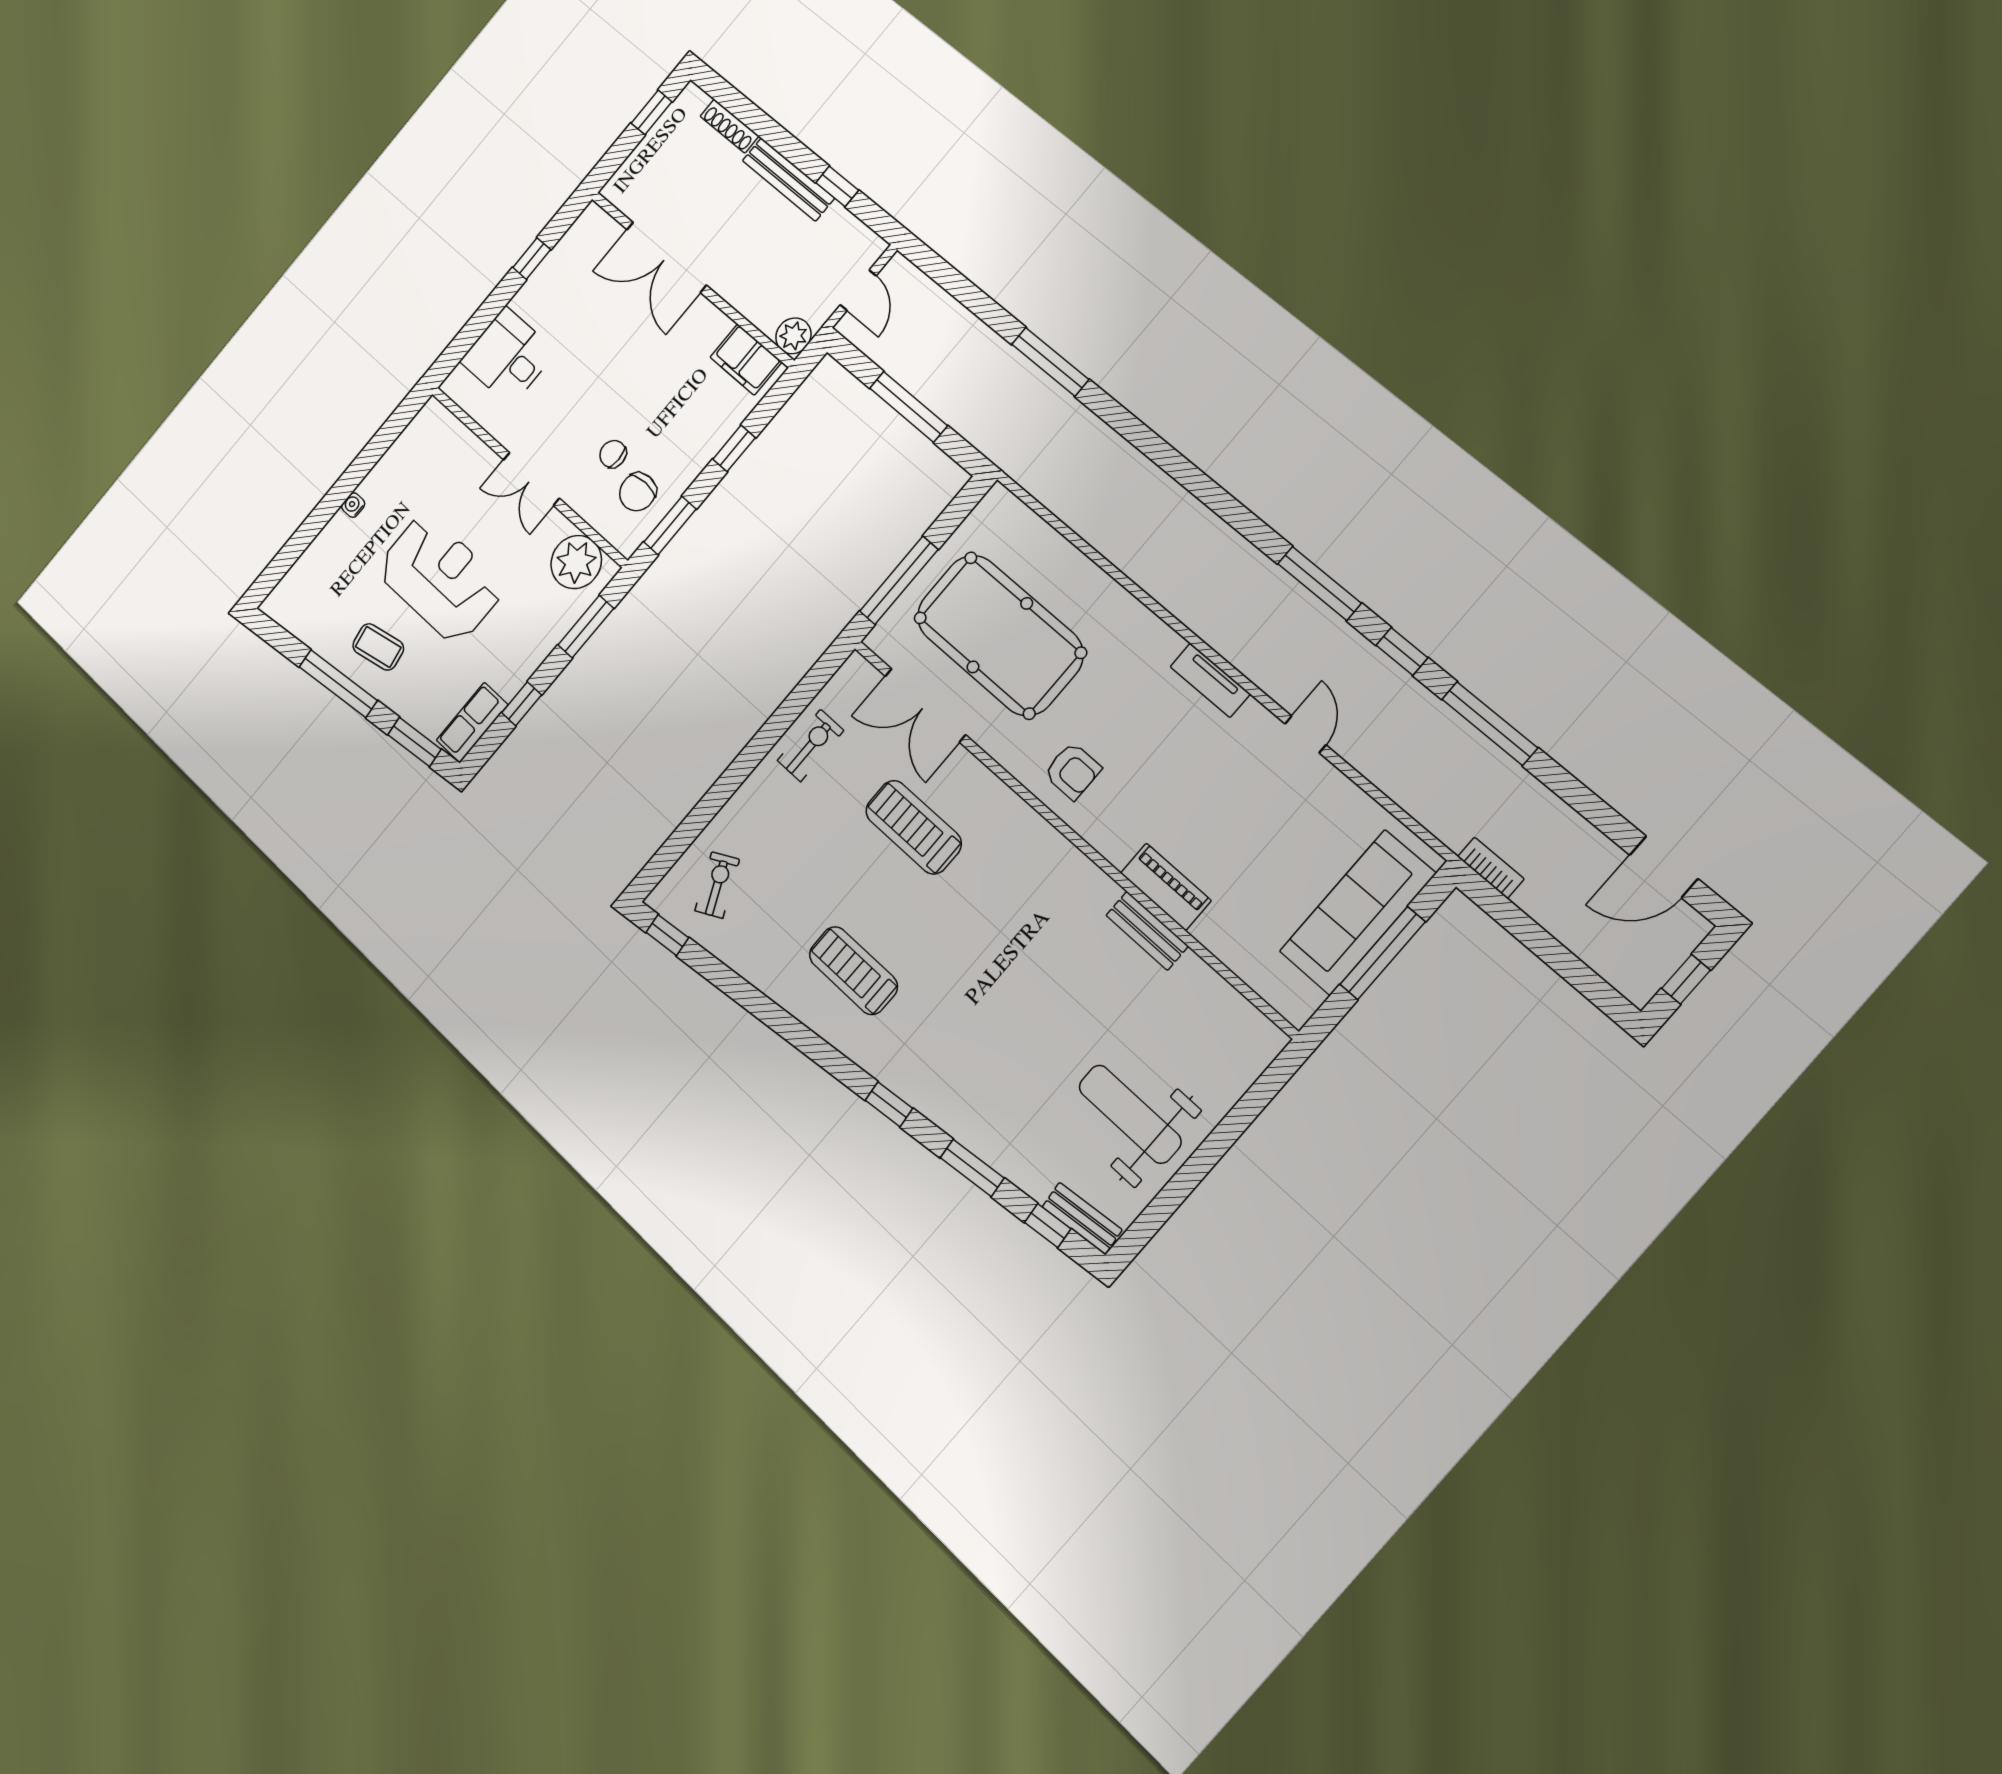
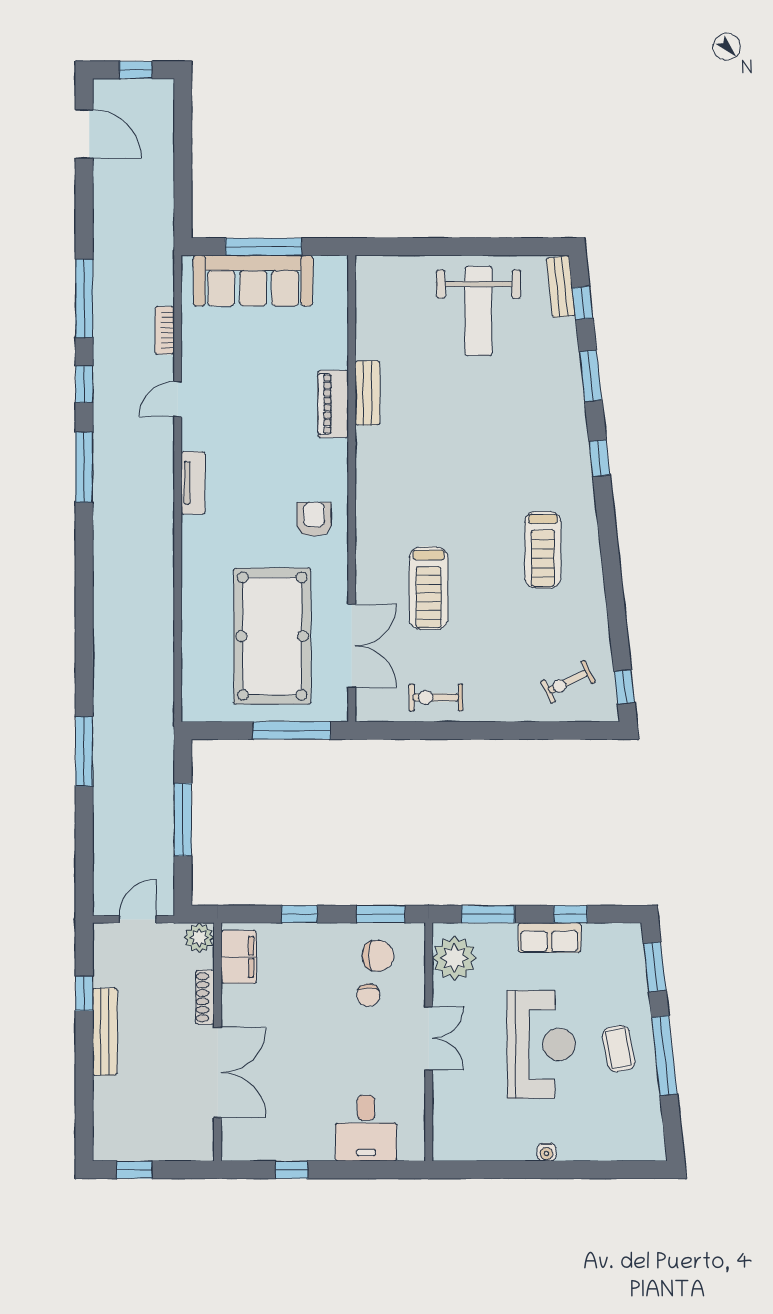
shoe rack: (730, 126) -> (205, 997), moved, turned 180
reception desk: (440, 579) -> (541, 1045), turned 180
row of seats: (472, 722) -> (549, 938), moved
bookcase: (1491, 868) -> (165, 330), moved

